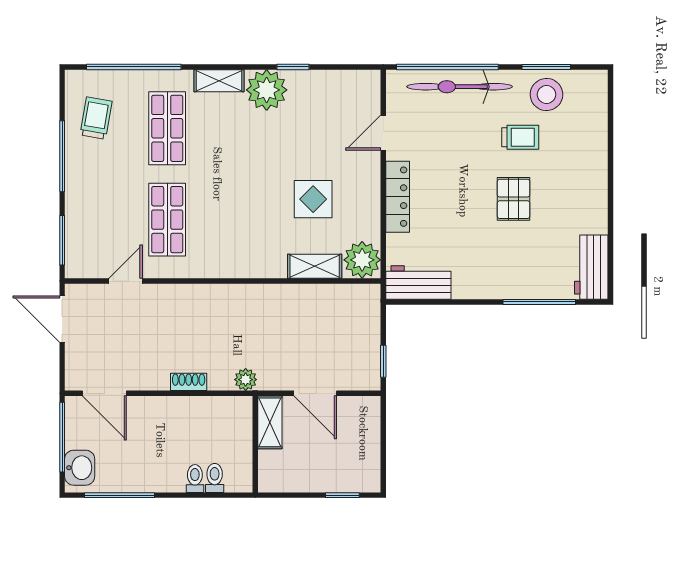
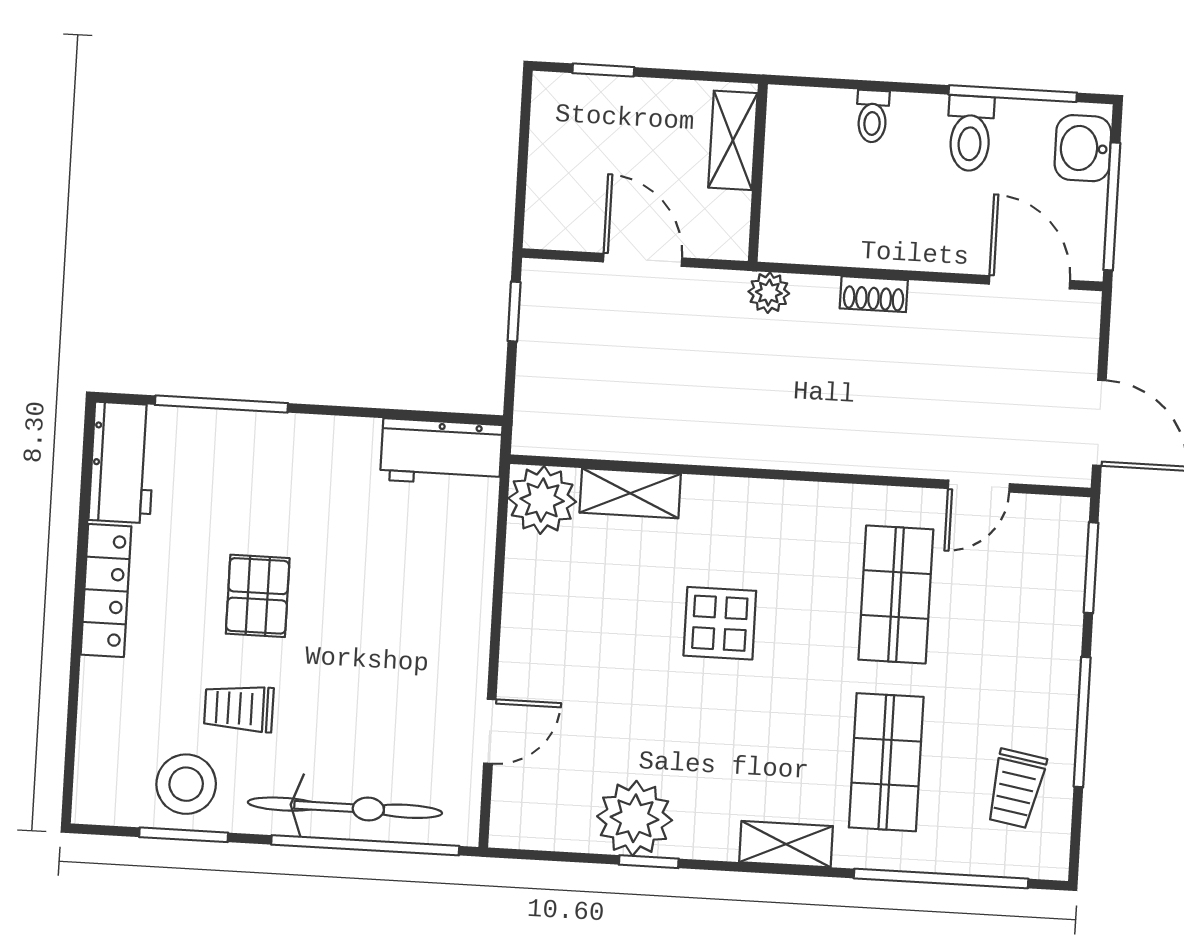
plant: (267, 90) -> (635, 818), moved
locker: (398, 197) -> (106, 590), moved, turned 180
display table: (313, 199) -> (720, 623), moved
shelving: (270, 422) -> (733, 140), moved
toilet: (215, 478) -> (970, 133), moved, width x1.37, depth x1.39

